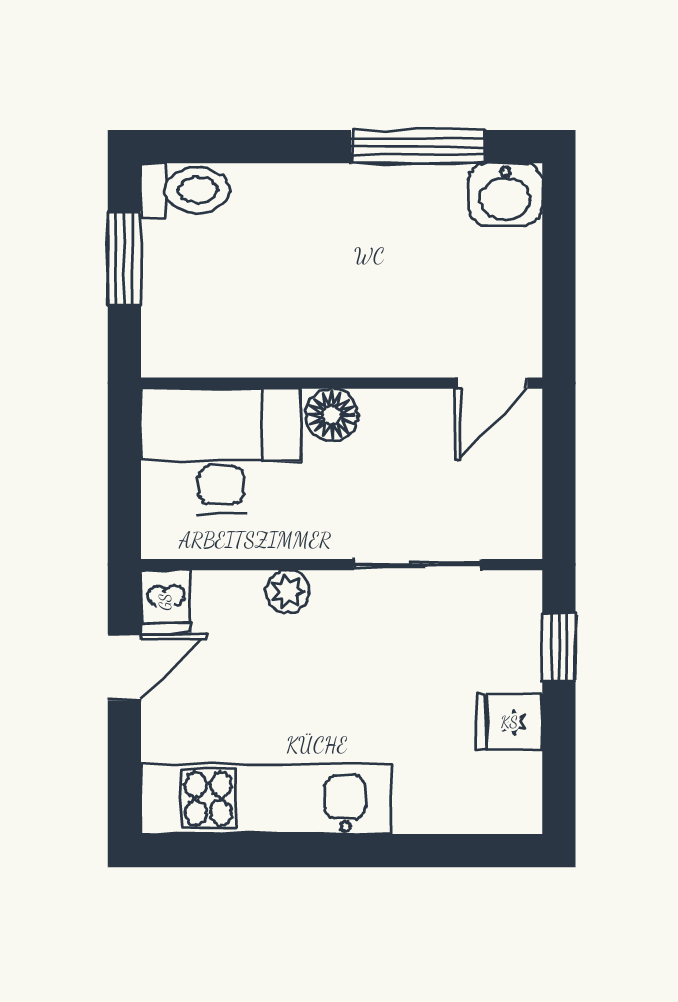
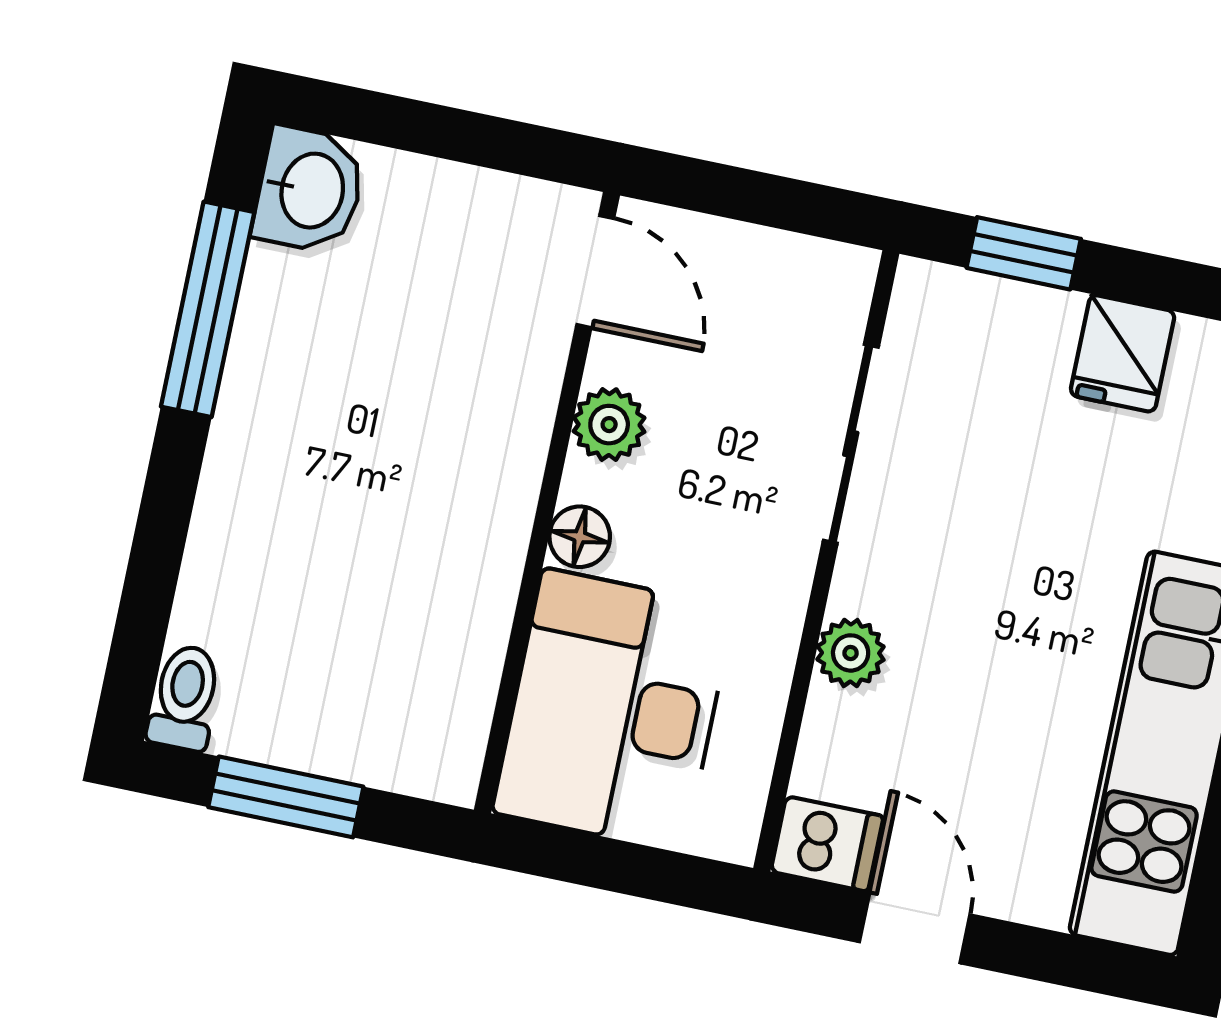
toilet: (185, 190) -> (185, 698), width x0.73, depth x0.72
plant: (398, 412) -> (609, 425), added
floor lamp: (332, 415) -> (580, 537), width x0.73, depth x0.73

